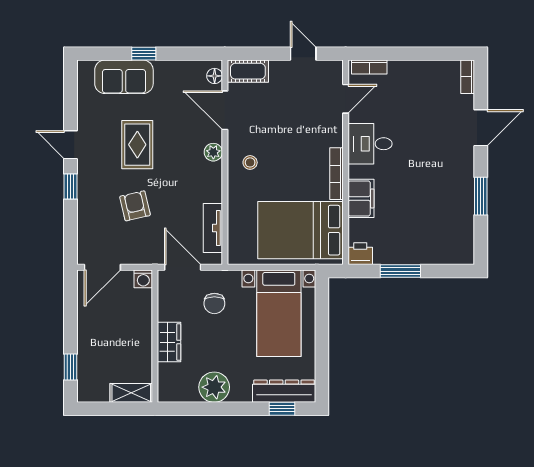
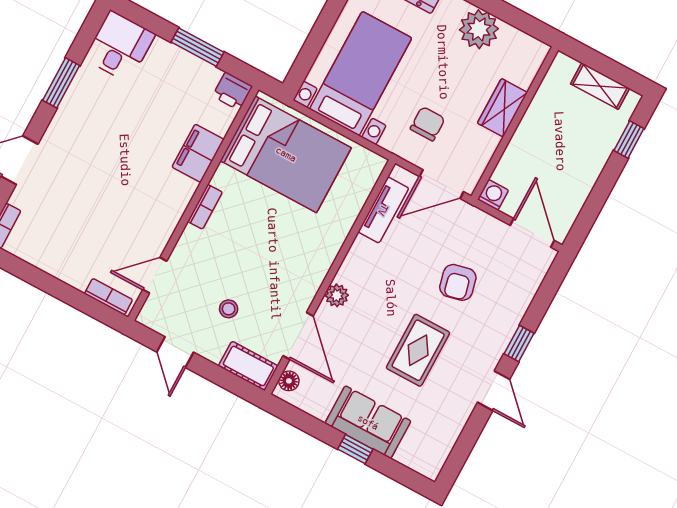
sofa: (124, 77) -> (368, 422), moved
desk: (370, 144) -> (120, 46), moved, turned -90
stool: (250, 162) -> (229, 309), moved
bookcase: (336, 174) -> (205, 207), width x0.64
door: (102, 267) -> (532, 233), hinge flipped
door: (183, 267) -> (442, 184), hinge flipped
shelving: (131, 393) -> (600, 86), moved

